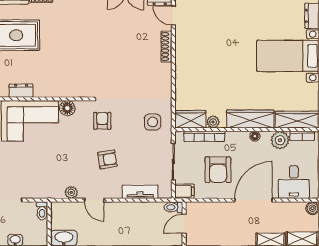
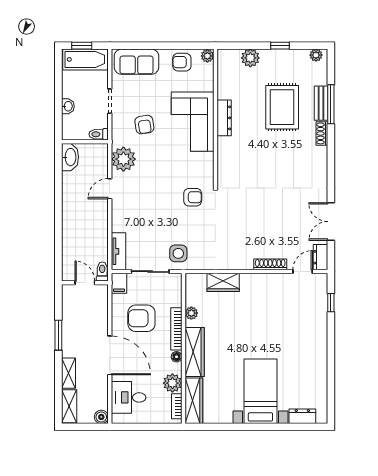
dresser: (21, 91) -> (224, 118), width x1.44
floor lamp: (67, 108) -> (206, 161), removed
wardrobe: (190, 119) -> (223, 282), moved, turned 90
side table: (153, 122) -> (178, 253), moved
bookcase: (204, 136) -> (176, 329), moved
armchair: (107, 159) -> (144, 125), moved
plant: (71, 192) -> (123, 159), width x1.87, depth x1.87
tv unit: (140, 192) -> (118, 251), moved

